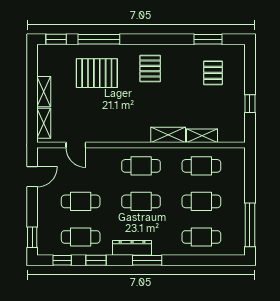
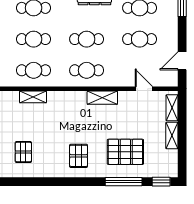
window: (208, 39) -> (28, 182), removed
shelving: (168, 135) -> (102, 98), moved

